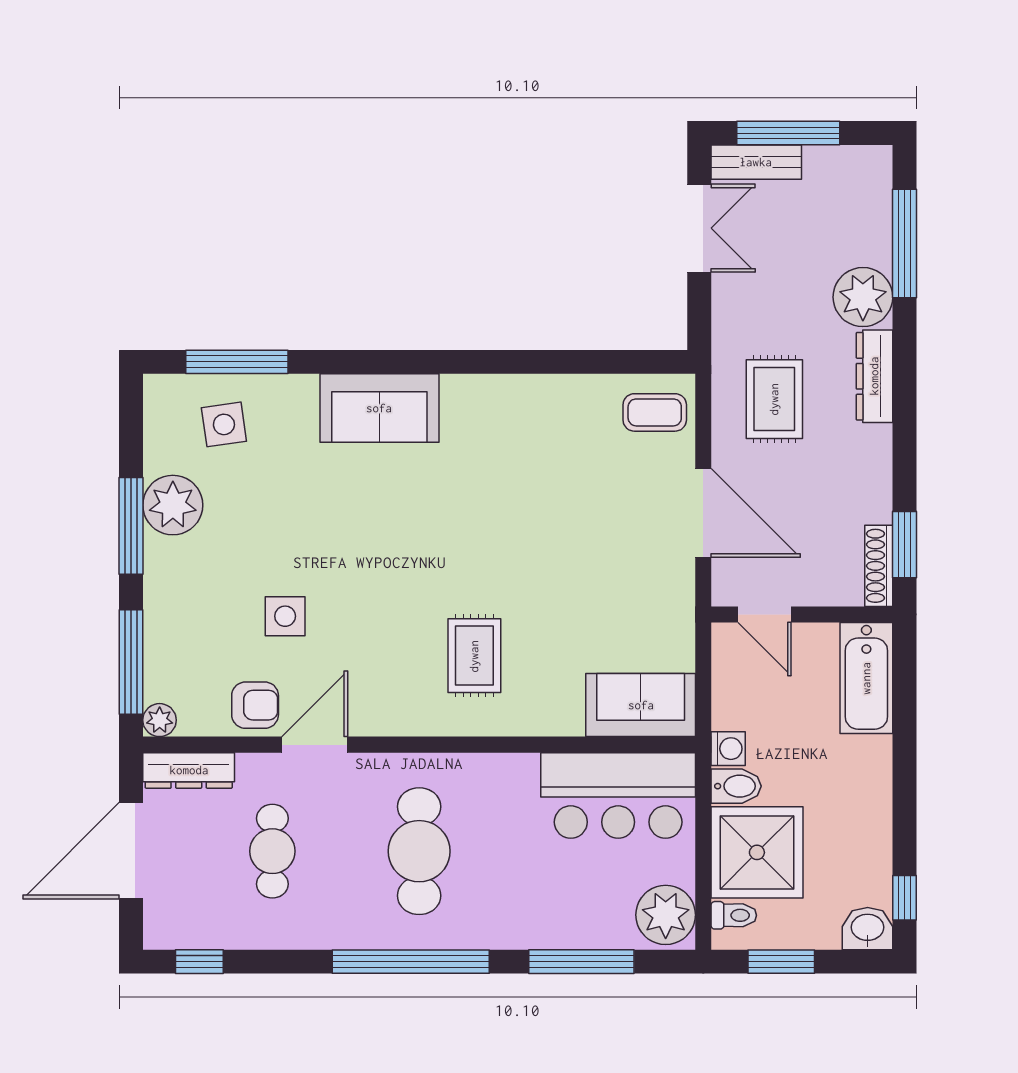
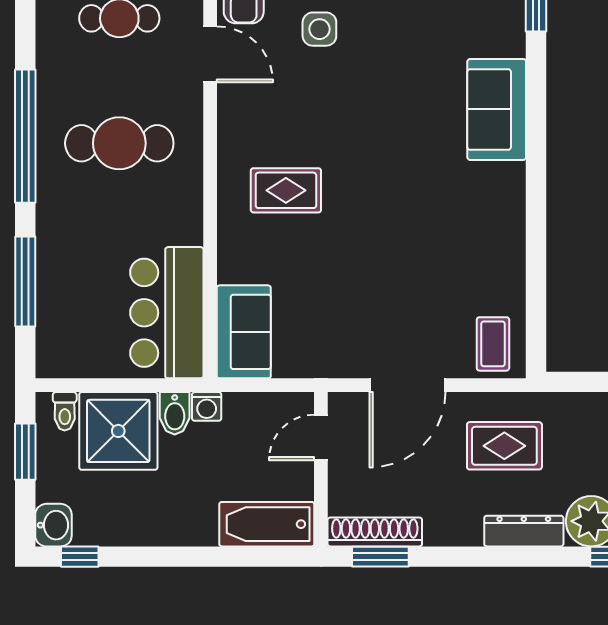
shoe rack: (879, 566) -> (375, 532), width x1.36, depth x1.24
plant: (666, 915) -> (65, 353), removed

